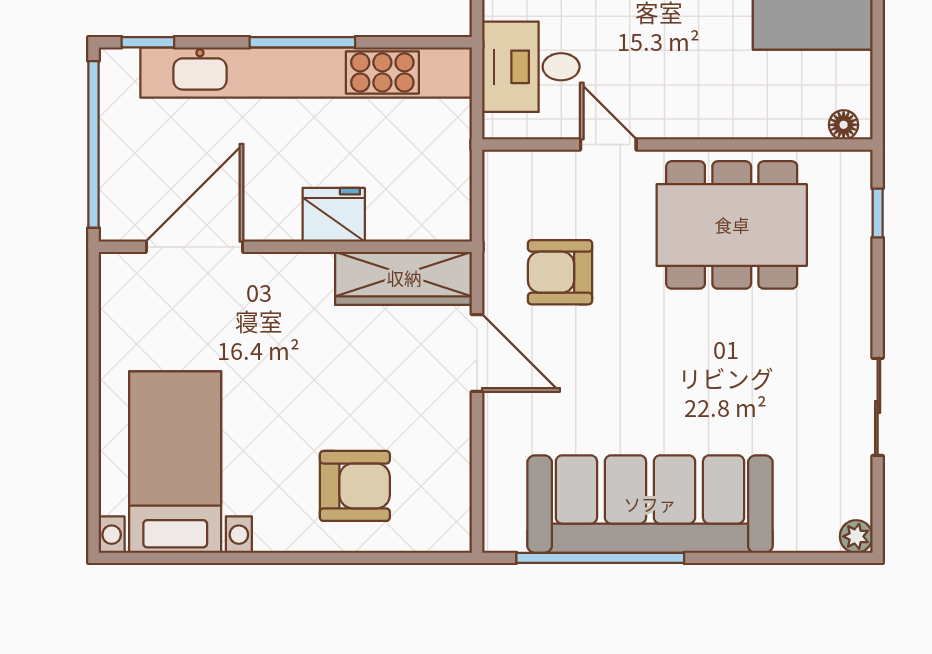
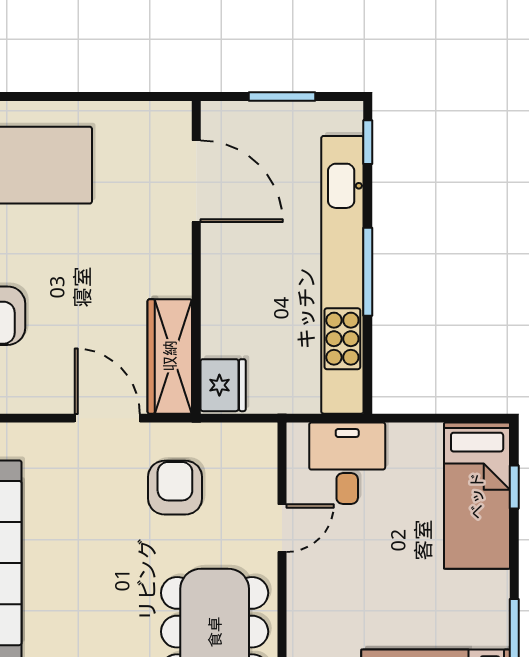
window: (93, 144) -> (282, 97), width x0.47
fridge: (334, 215) -> (223, 385), moved
door: (477, 353) -> (107, 418), swing flipped

